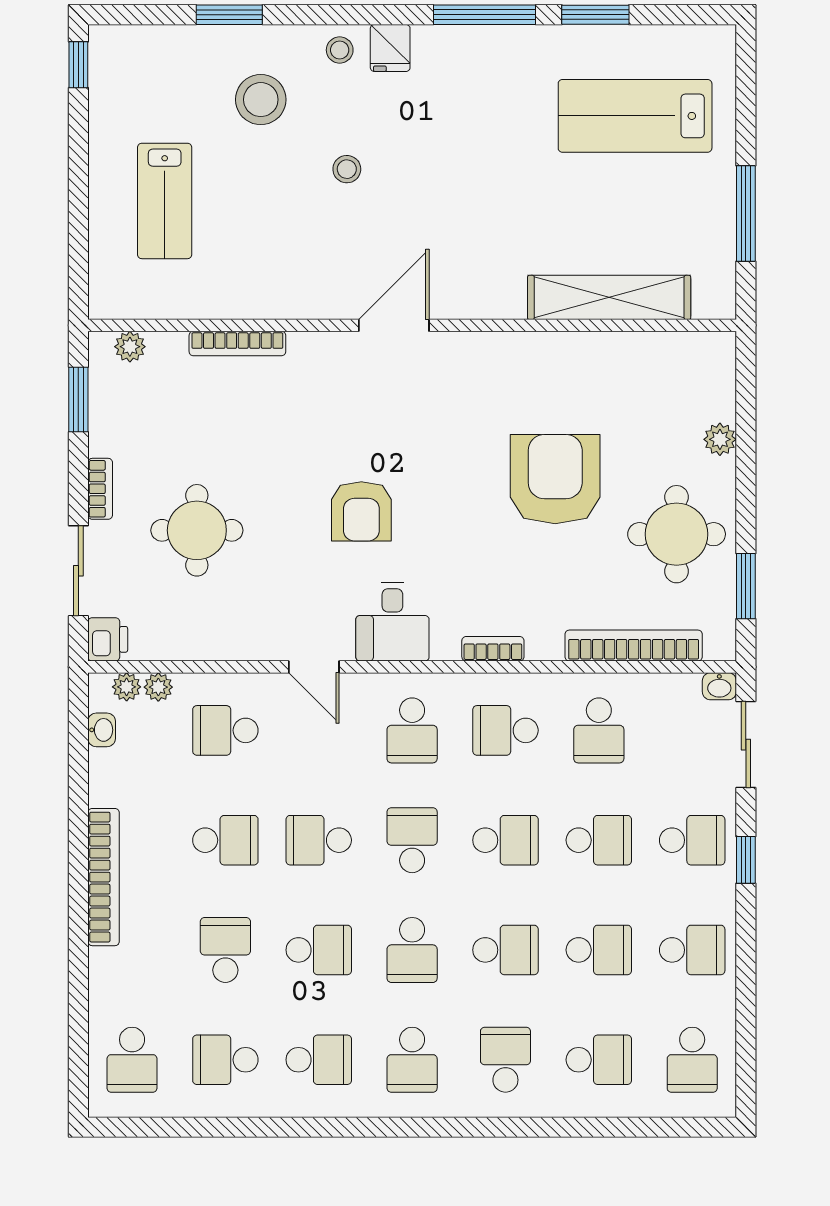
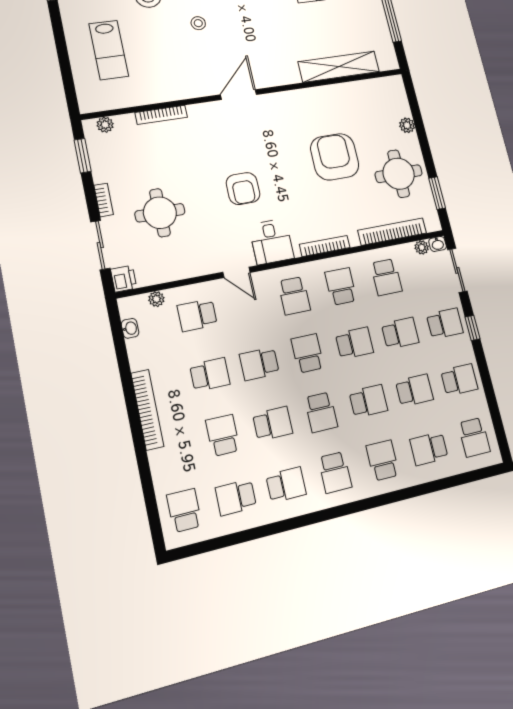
bookcase: (493, 649) -> (325, 246), width x1.56
plant: (127, 687) -> (422, 247), moved
school desk: (505, 730) -> (341, 286), turned 90
school desk: (132, 1060) -> (184, 510), turned 180
school desk: (599, 1060) -> (429, 449), turned 180

